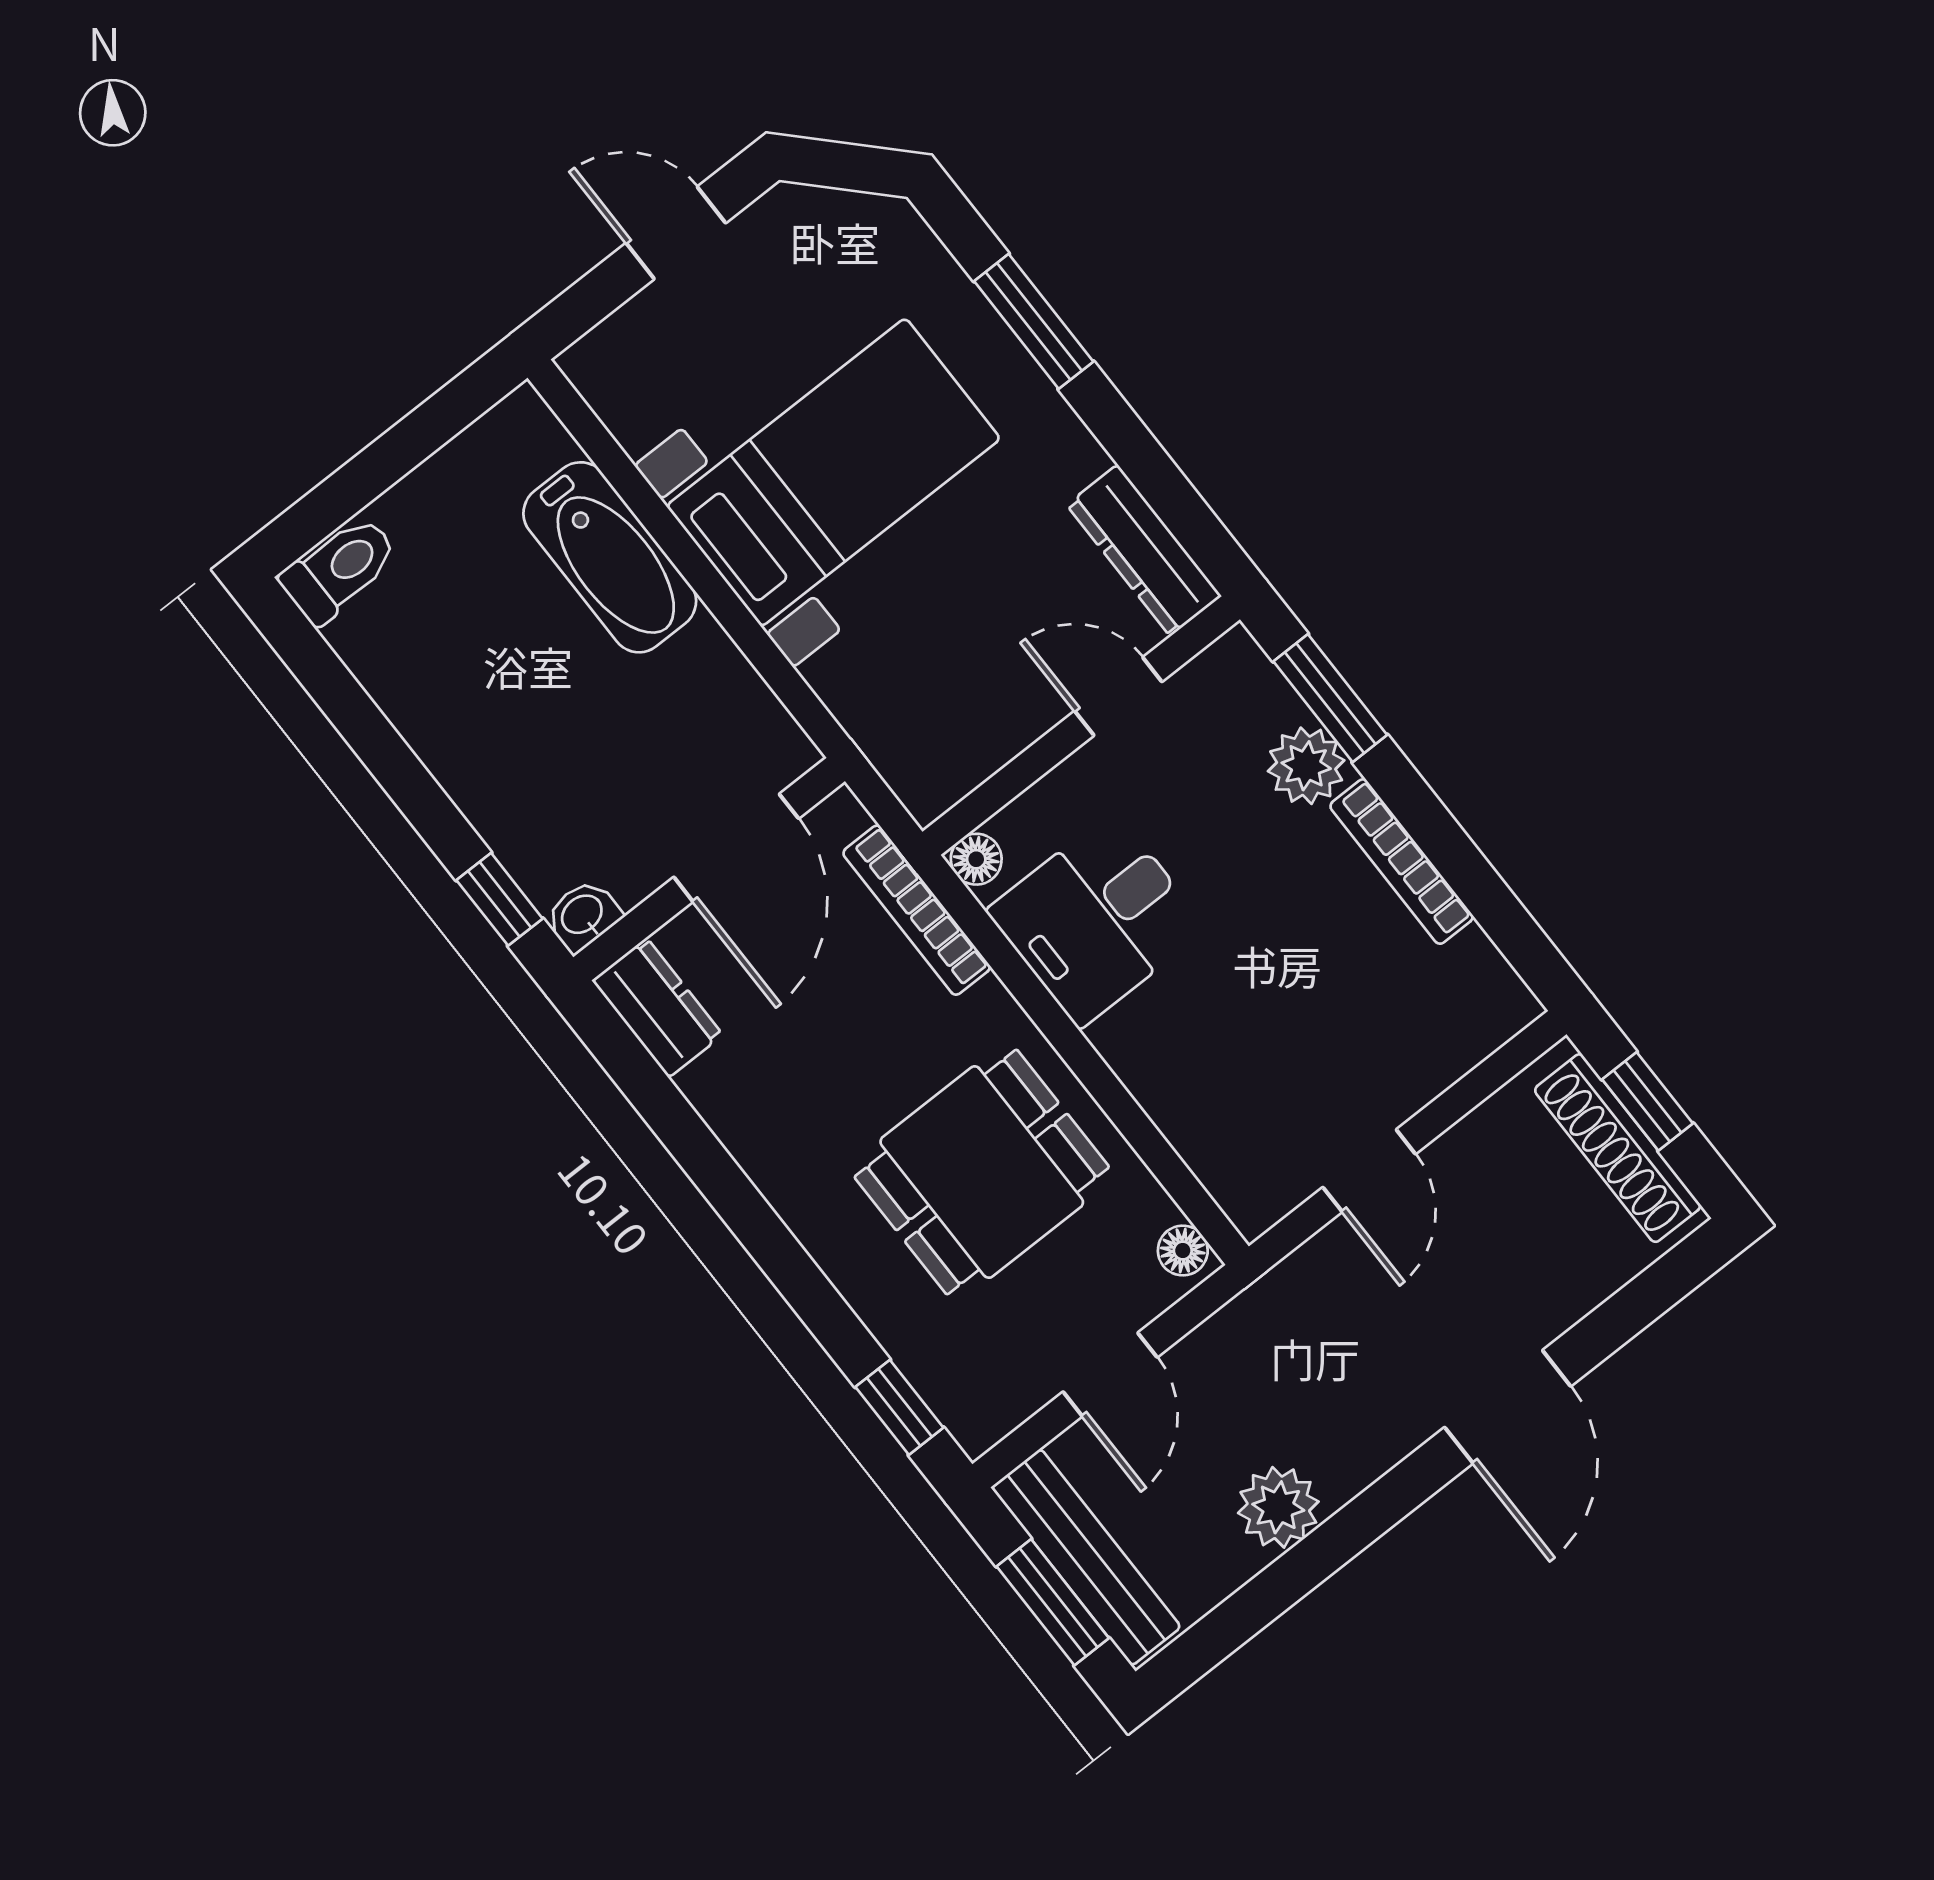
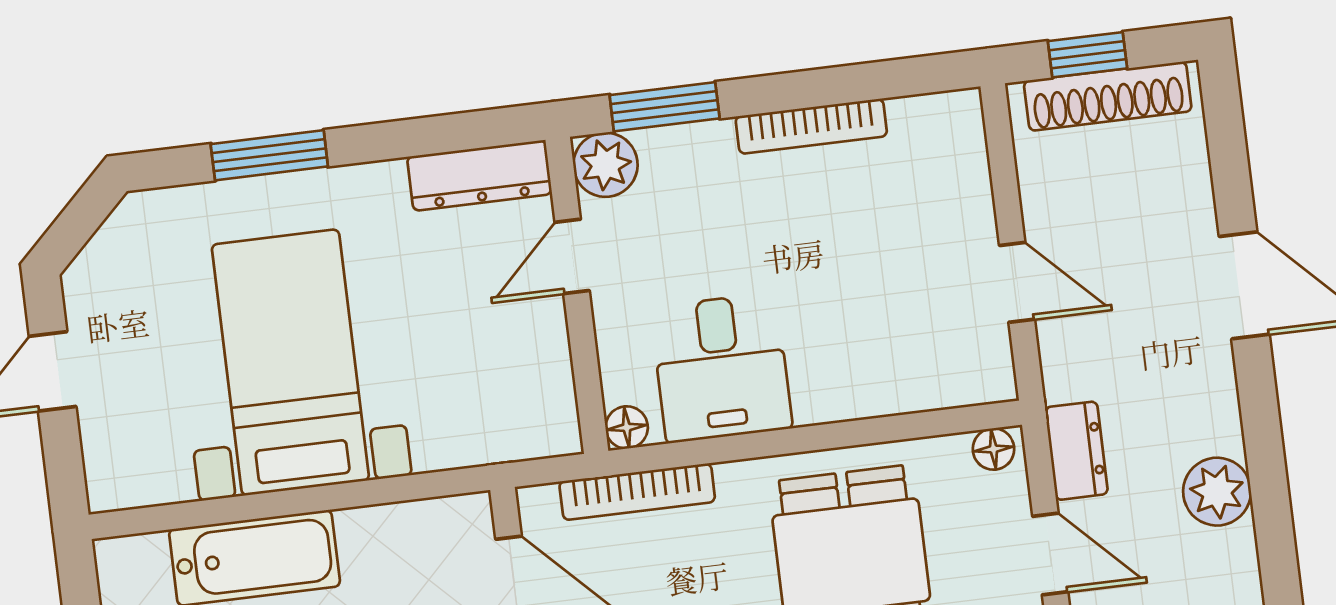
plant: (1306, 766) -> (605, 165), moved
dresser: (1233, 1337) -> (1076, 451), added

